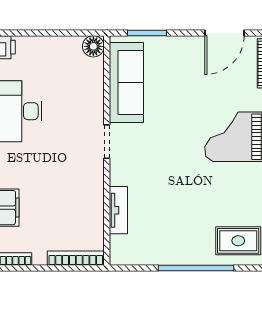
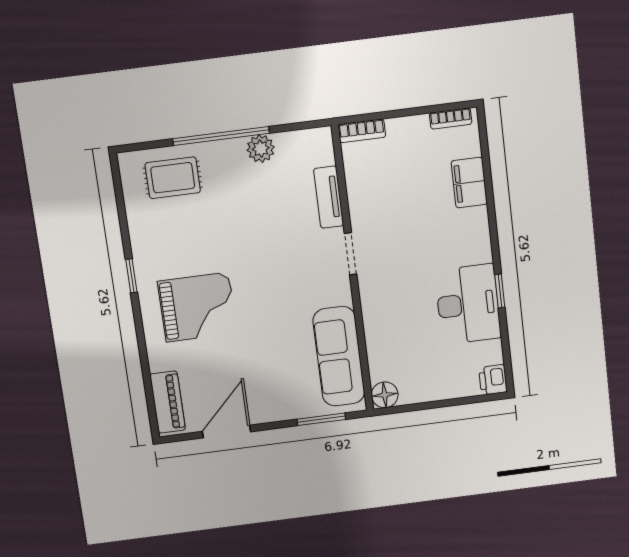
doorway: (107, 142) -> (351, 254), moved
plant: (167, 255) -> (261, 149), added
bookcase: (76, 258) -> (362, 131), width x0.64

